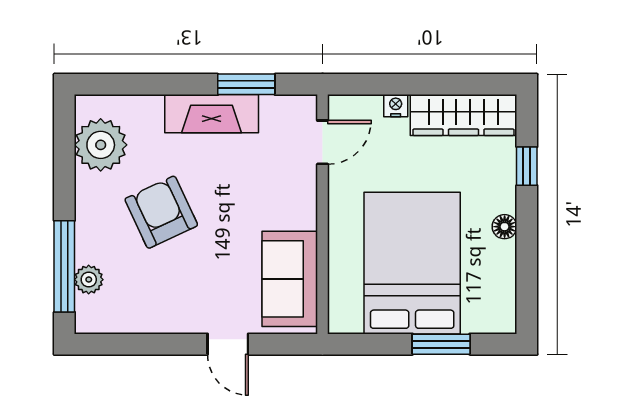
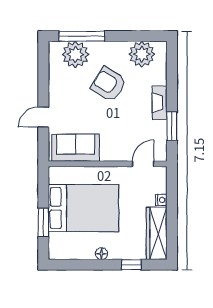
fireplace: (212, 114) -> (160, 103), width x0.73, depth x0.76
door: (323, 142) -> (143, 164), swing flipped
armchair: (161, 212) -> (109, 84), turned -123
plant: (89, 280) -> (75, 54), width x1.87, depth x1.87

